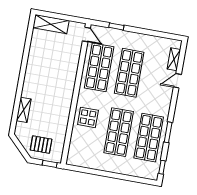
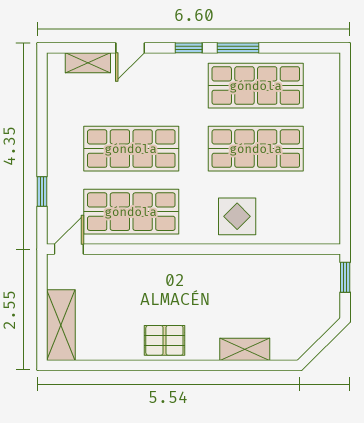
door: (177, 81) -> (130, 48), hinge flipped
pallet: (41, 145) -> (164, 340), moved, turned 90
window: (162, 167) -> (189, 48), moved

